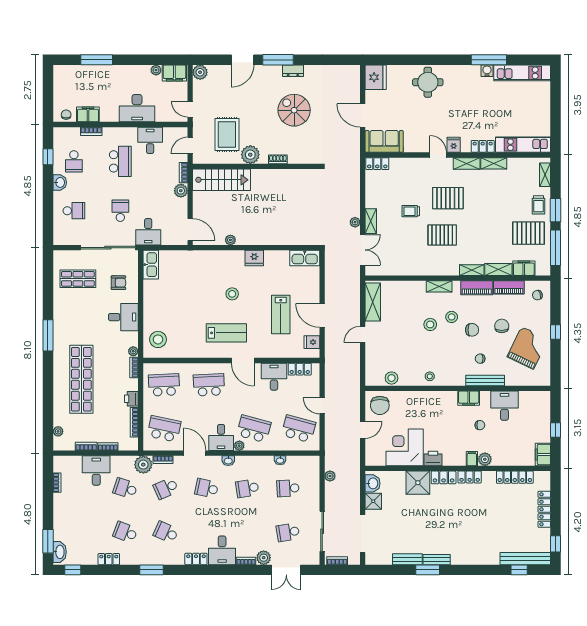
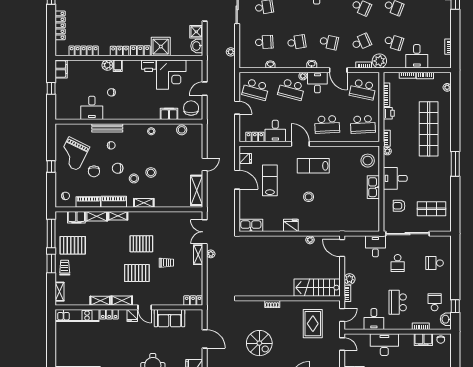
sofa: (384, 141) -> (170, 318), moved
plant: (250, 155) -> (294, 308), removed
washbasin: (60, 182) -> (446, 319), moved
kitchen sink: (151, 265) -> (373, 187), moved
filing cabinet: (469, 398) -> (169, 114), moved

